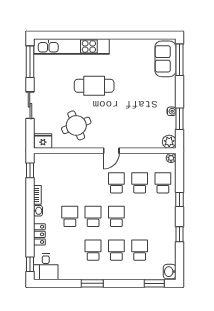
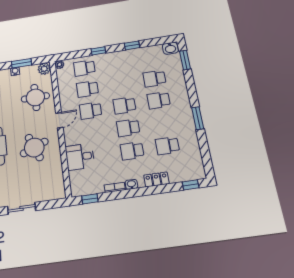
round table: (76, 125) -> (34, 147), moved
round table: (139, 129) -> (35, 97), added
fridge: (43, 141) -> (57, 190), removed
door: (111, 151) -> (59, 120), hinge flipped
school desk: (93, 250) -> (167, 146), moved
desk: (46, 267) -> (80, 157), moved, turned 180

